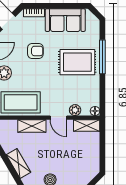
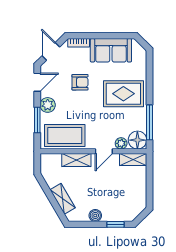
window: (102, 57) -> (149, 122), moved
floor lamp: (95, 111) -> (137, 140), width x1.89, depth x1.89
door: (58, 118) -> (104, 151), hinge flipped

